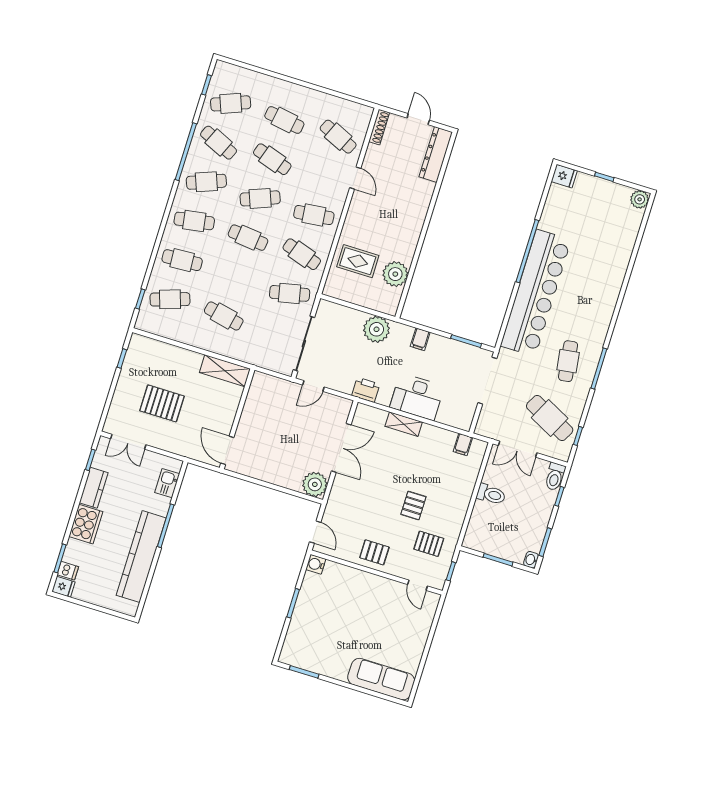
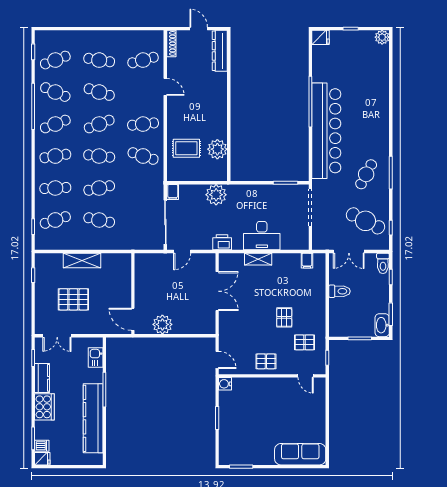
cafe table: (338, 137) -> (143, 60), turned -39
cafe table: (290, 293) -> (99, 188), moved
filing cabinet: (420, 339) -> (173, 192), moved
cafe table: (568, 361) -> (366, 174), turned 36
shelving: (225, 371) -> (82, 260), moved
plant: (315, 484) -> (162, 324), moved
washbasin: (531, 560) -> (382, 325), width x1.91, depth x1.45

